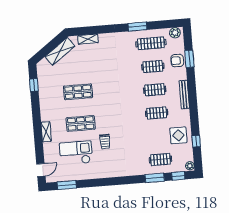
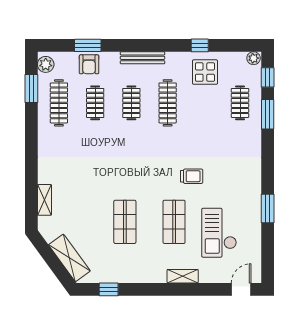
window: (137, 27) -> (31, 89), moved
shelving: (60, 51) -> (69, 258), moved
clothes rail: (157, 113) -> (168, 103), width x1.36
window: (196, 141) -> (200, 45), moved
trolley: (105, 142) -> (192, 176), moved
door: (41, 170) -> (241, 289), hinge flipped
window: (67, 185) -> (268, 208), moved

